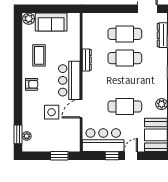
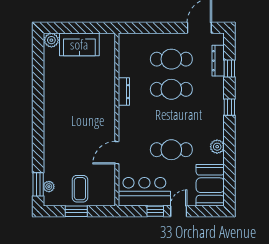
coffee table: (39, 55) -> (80, 189), moved
bar counter: (69, 80) -> (102, 117), removed
armchair: (32, 84) -> (55, 122), removed
side table: (52, 112) -> (80, 157), removed
window: (59, 156) -> (76, 211), moved

